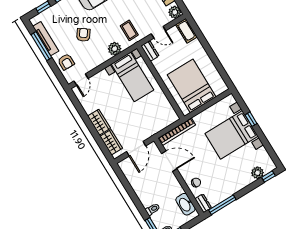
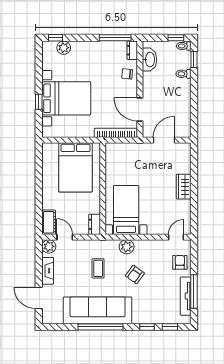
coffee table: (129, 30) -> (98, 268), moved
door: (158, 32) -> (65, 237), moved
armchair: (83, 35) -> (135, 275), moved
wardrobe: (111, 142) -> (184, 161), removed

